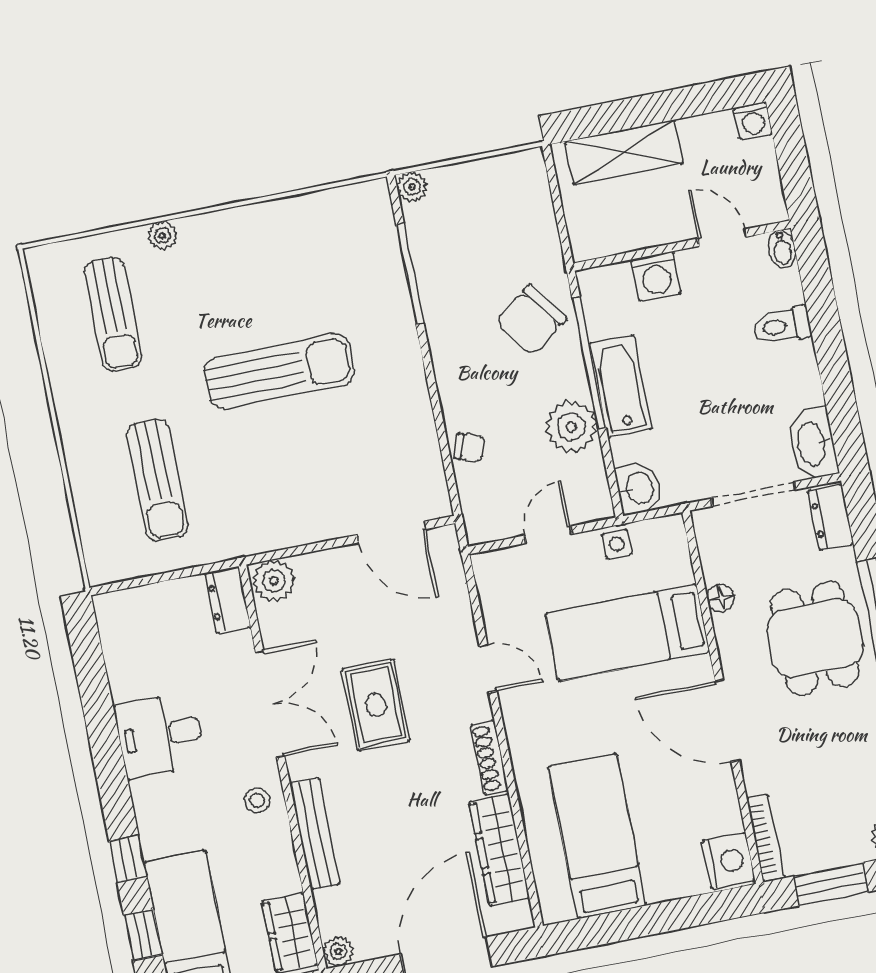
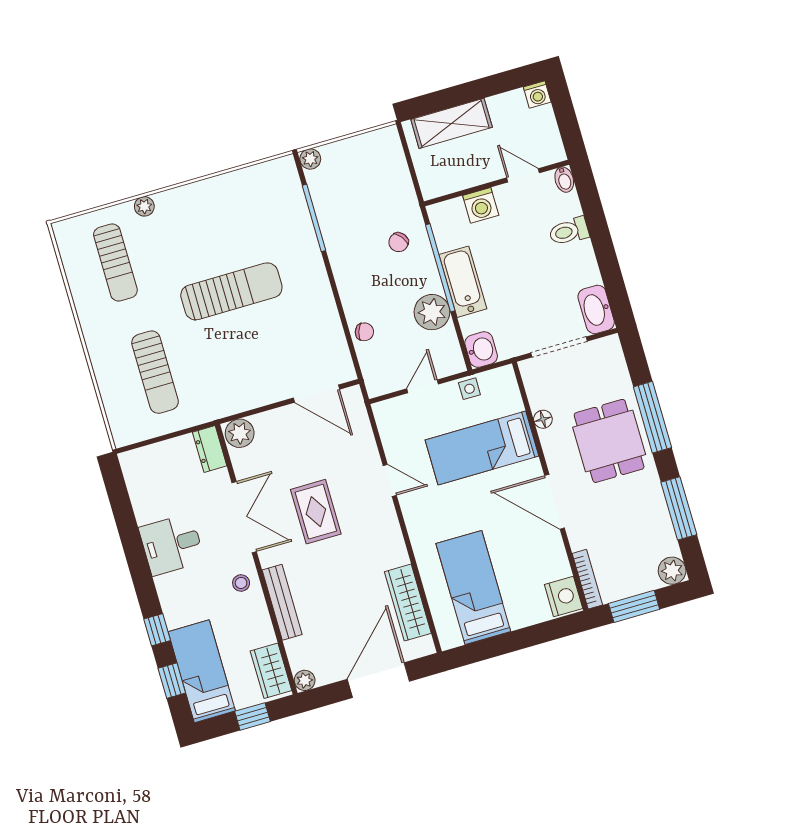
chair: (531, 320) -> (399, 242), width x0.54, depth x0.54
dresser: (831, 517) -> (613, 358), removed
shoe rack: (490, 758) -> (396, 541), removed

